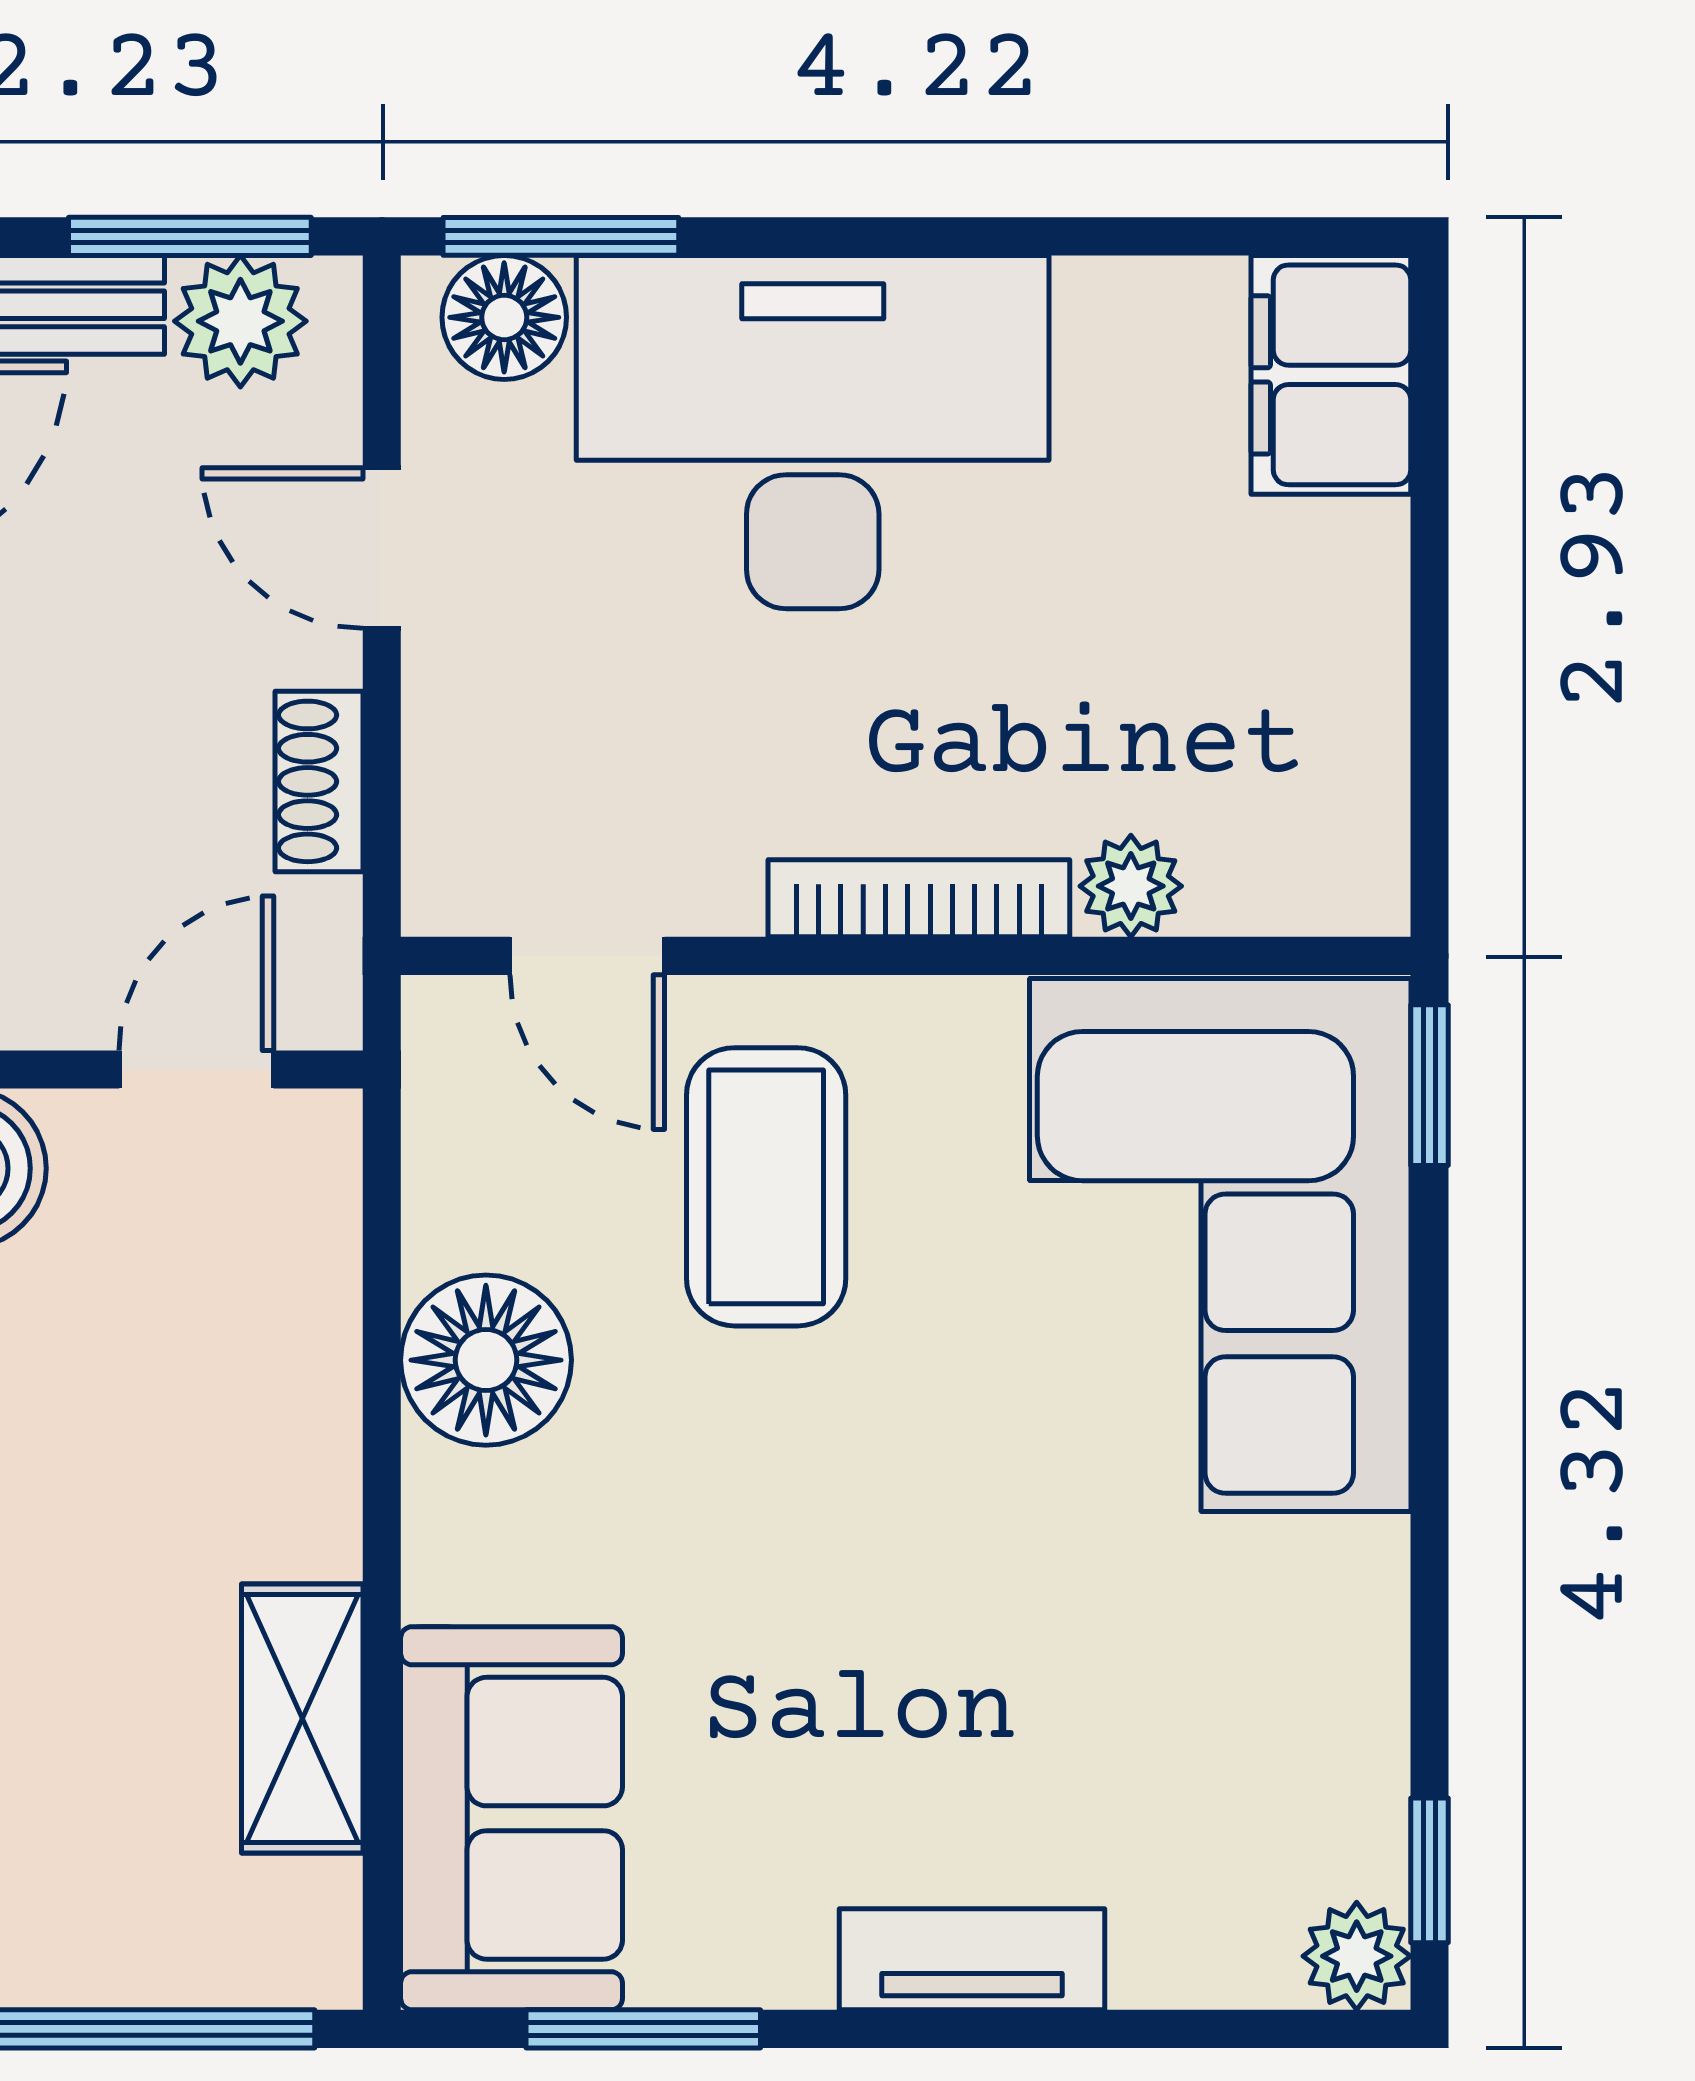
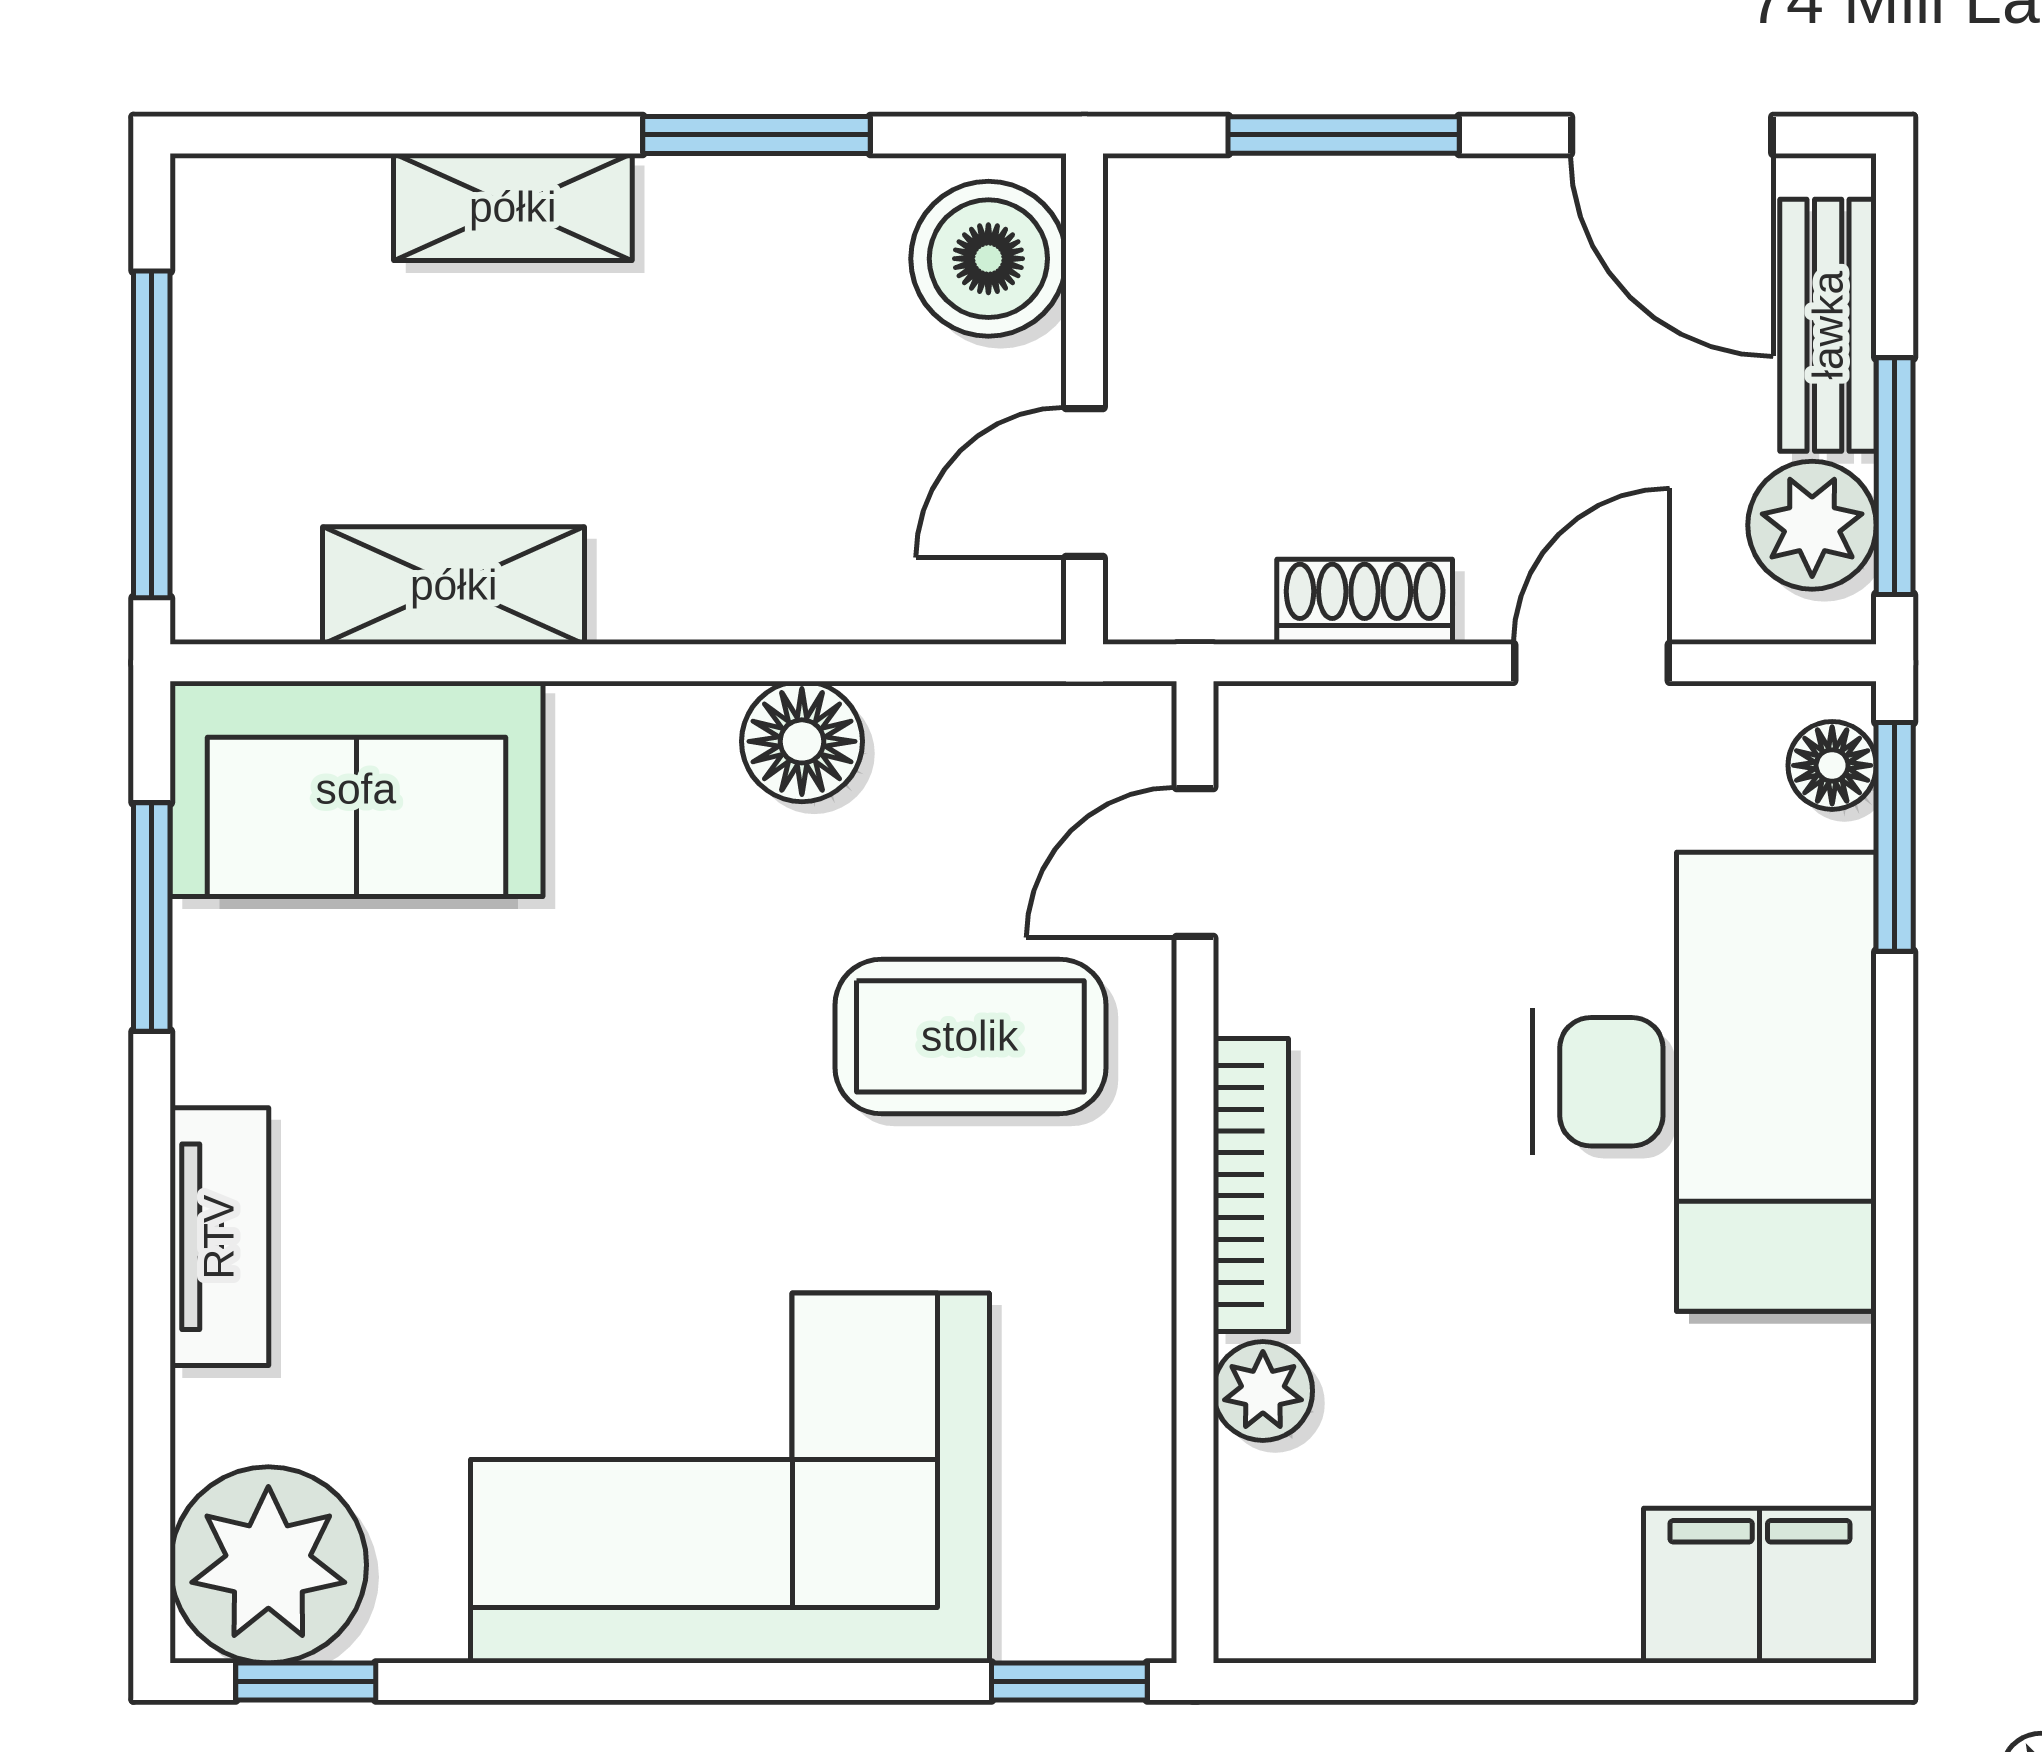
floor lamp: (504, 317) -> (1832, 765), width x0.73, depth x0.73
door: (196, 1069) -> (1085, 482), swing flipped
corner sofa: (1220, 1245) -> (730, 1478), moved
floor lamp: (486, 1360) -> (802, 741), width x0.73, depth x0.73
plant: (1357, 1956) -> (268, 1565), width x1.88, depth x1.88

